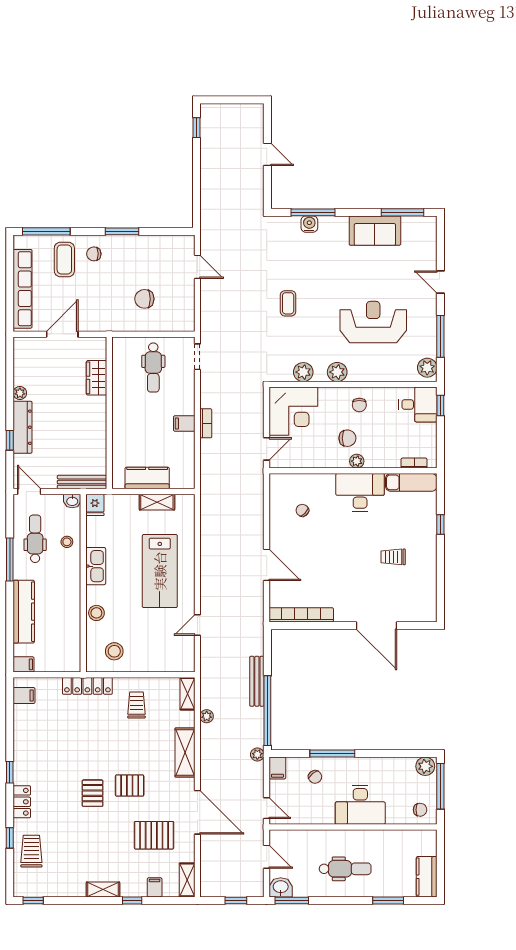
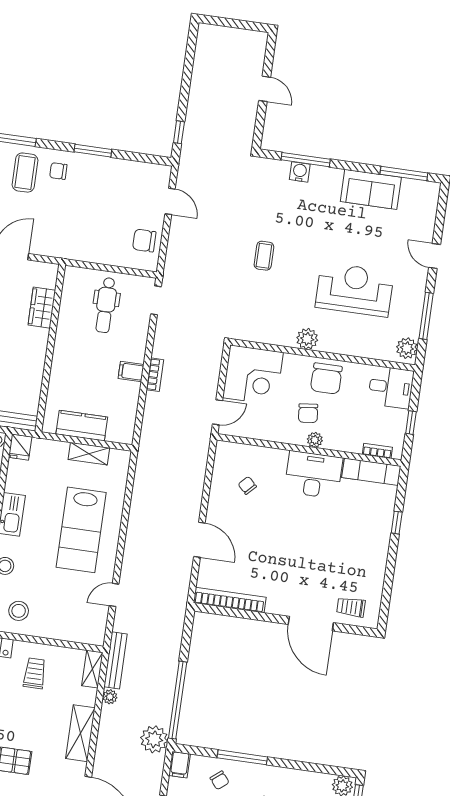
window: (197, 128) -> (179, 132), moved
chair: (144, 299) -> (144, 241), moved
plant: (303, 372) -> (270, 334), removed
chair: (359, 405) -> (326, 379), width x1.87, depth x1.87
window: (440, 406) -> (411, 423), moved
chair: (347, 438) -> (308, 413), turned 84
trolley: (393, 557) -> (351, 607), moved
bench: (257, 681) -> (116, 660), moved
plant: (257, 754) -> (154, 739), width x1.88, depth x1.88

